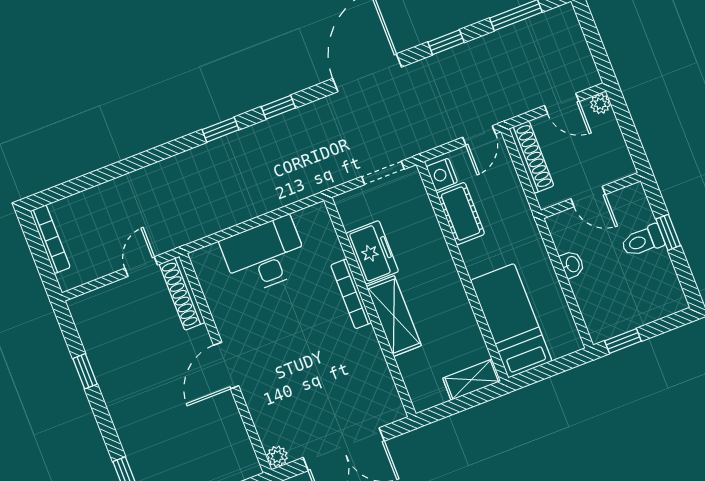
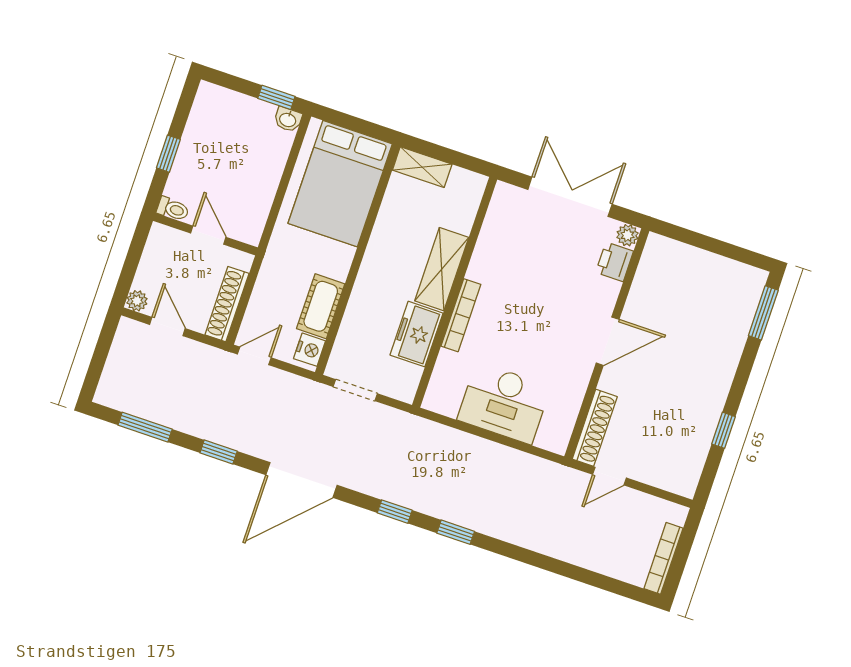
toilet: (643, 241) -> (173, 209), moved, width x0.73, depth x0.72
washbasin: (572, 264) -> (288, 119), moved, turned -90
bed: (511, 321) -> (340, 184), width x1.50
printer: (270, 429) -> (615, 262), added

